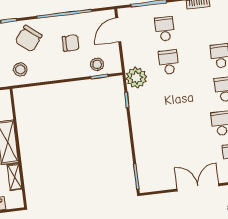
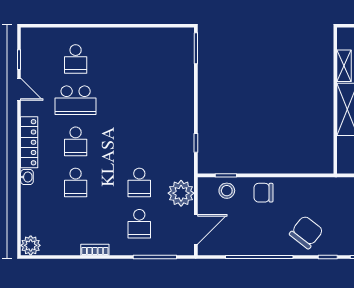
chair: (71, 43) -> (263, 193), moved
stool: (20, 69) -> (321, 196), removed
plant: (136, 78) -> (181, 193), moved
double door: (198, 187) -> (122, 26), removed

